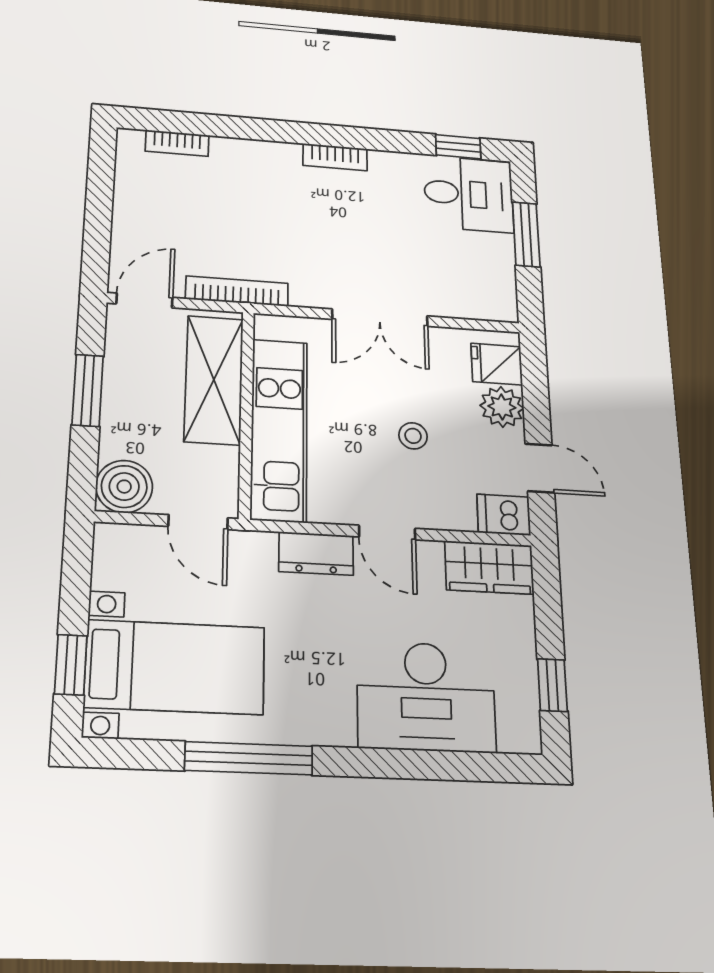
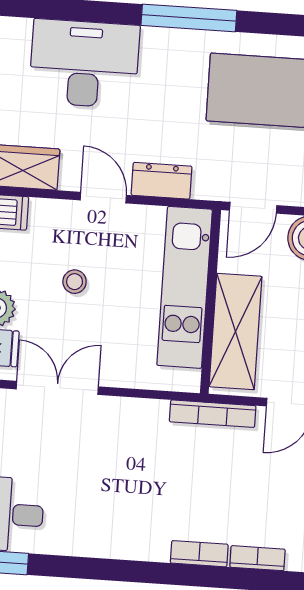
bookcase: (335, 157) -> (199, 554), moved
double door: (380, 318) -> (57, 388), moved
door: (198, 522) -> (253, 208), swing flipped
window: (249, 758) -> (189, 18), moved

